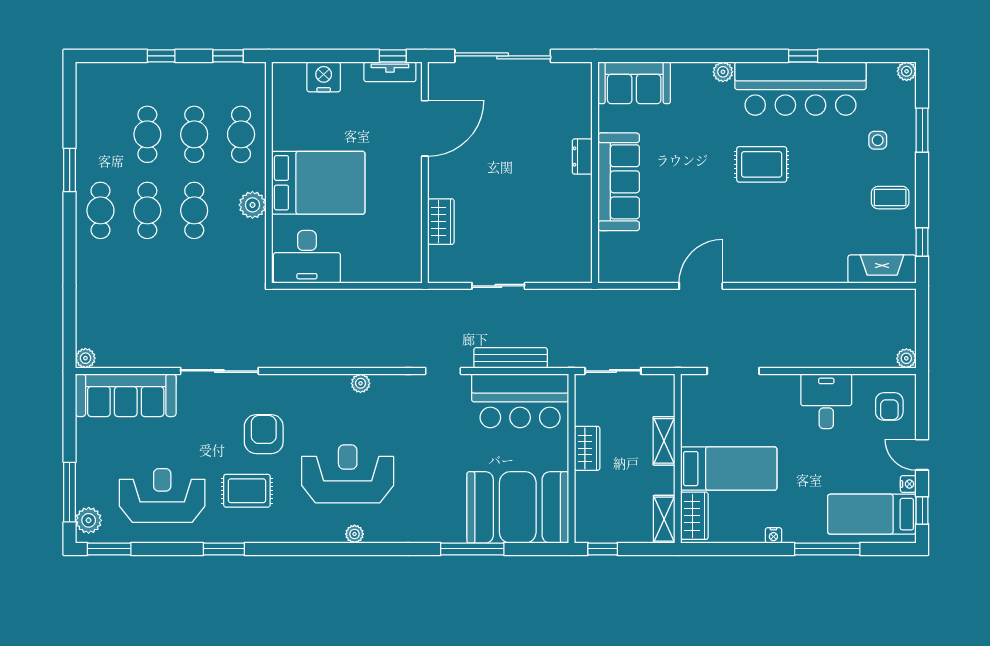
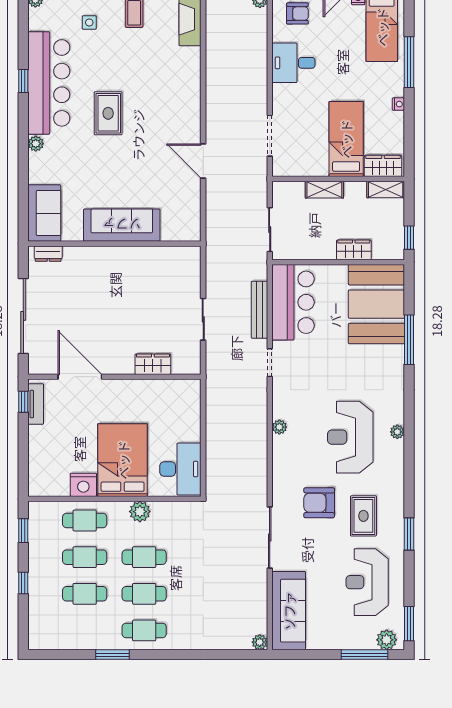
nightstand: (324, 77) -> (83, 485), moved, turned -90
dresser: (582, 157) -> (48, 254), moved
wardrobe: (587, 448) -> (354, 250), moved

